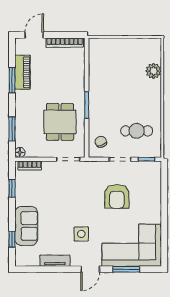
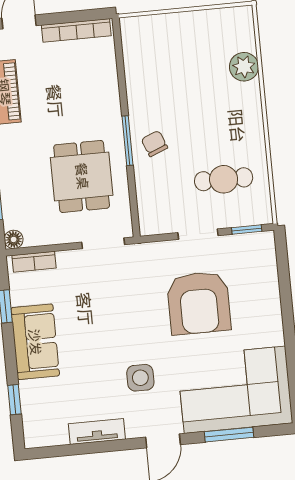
chair: (101, 142) -> (154, 144), moved
armchair: (117, 196) -> (199, 303), width x1.36, depth x1.36
sofa: (26, 226) -> (35, 342), moved

